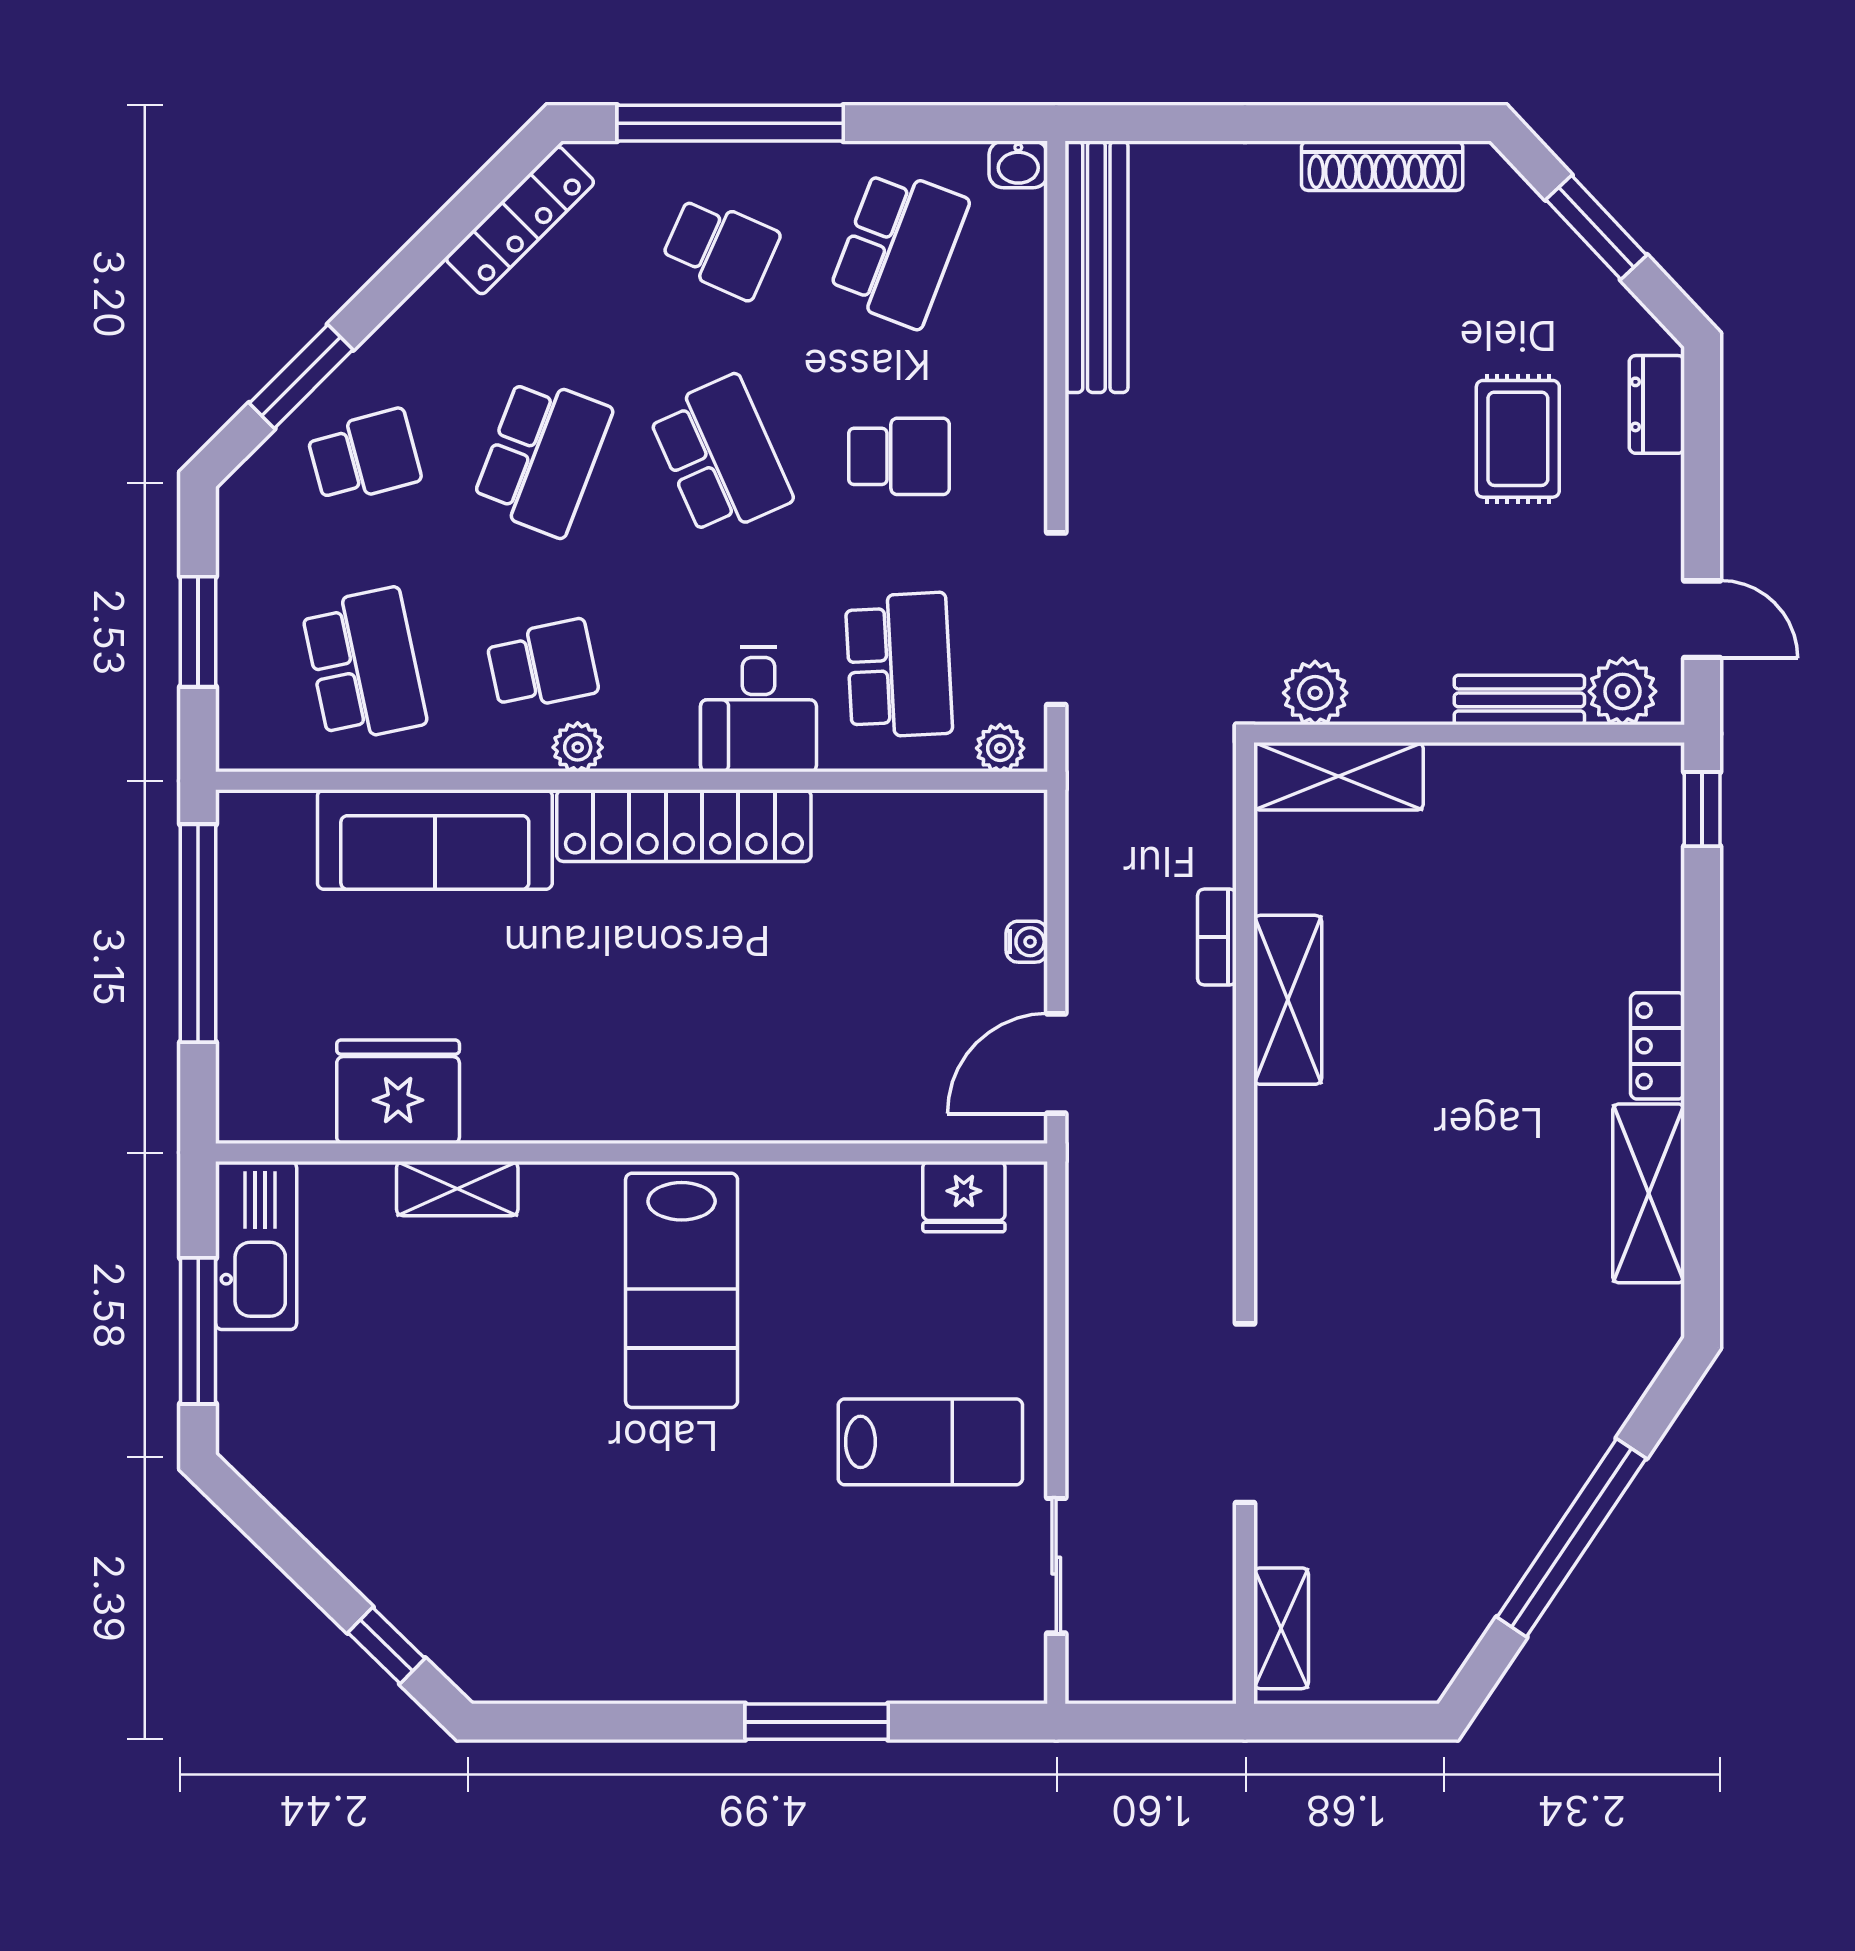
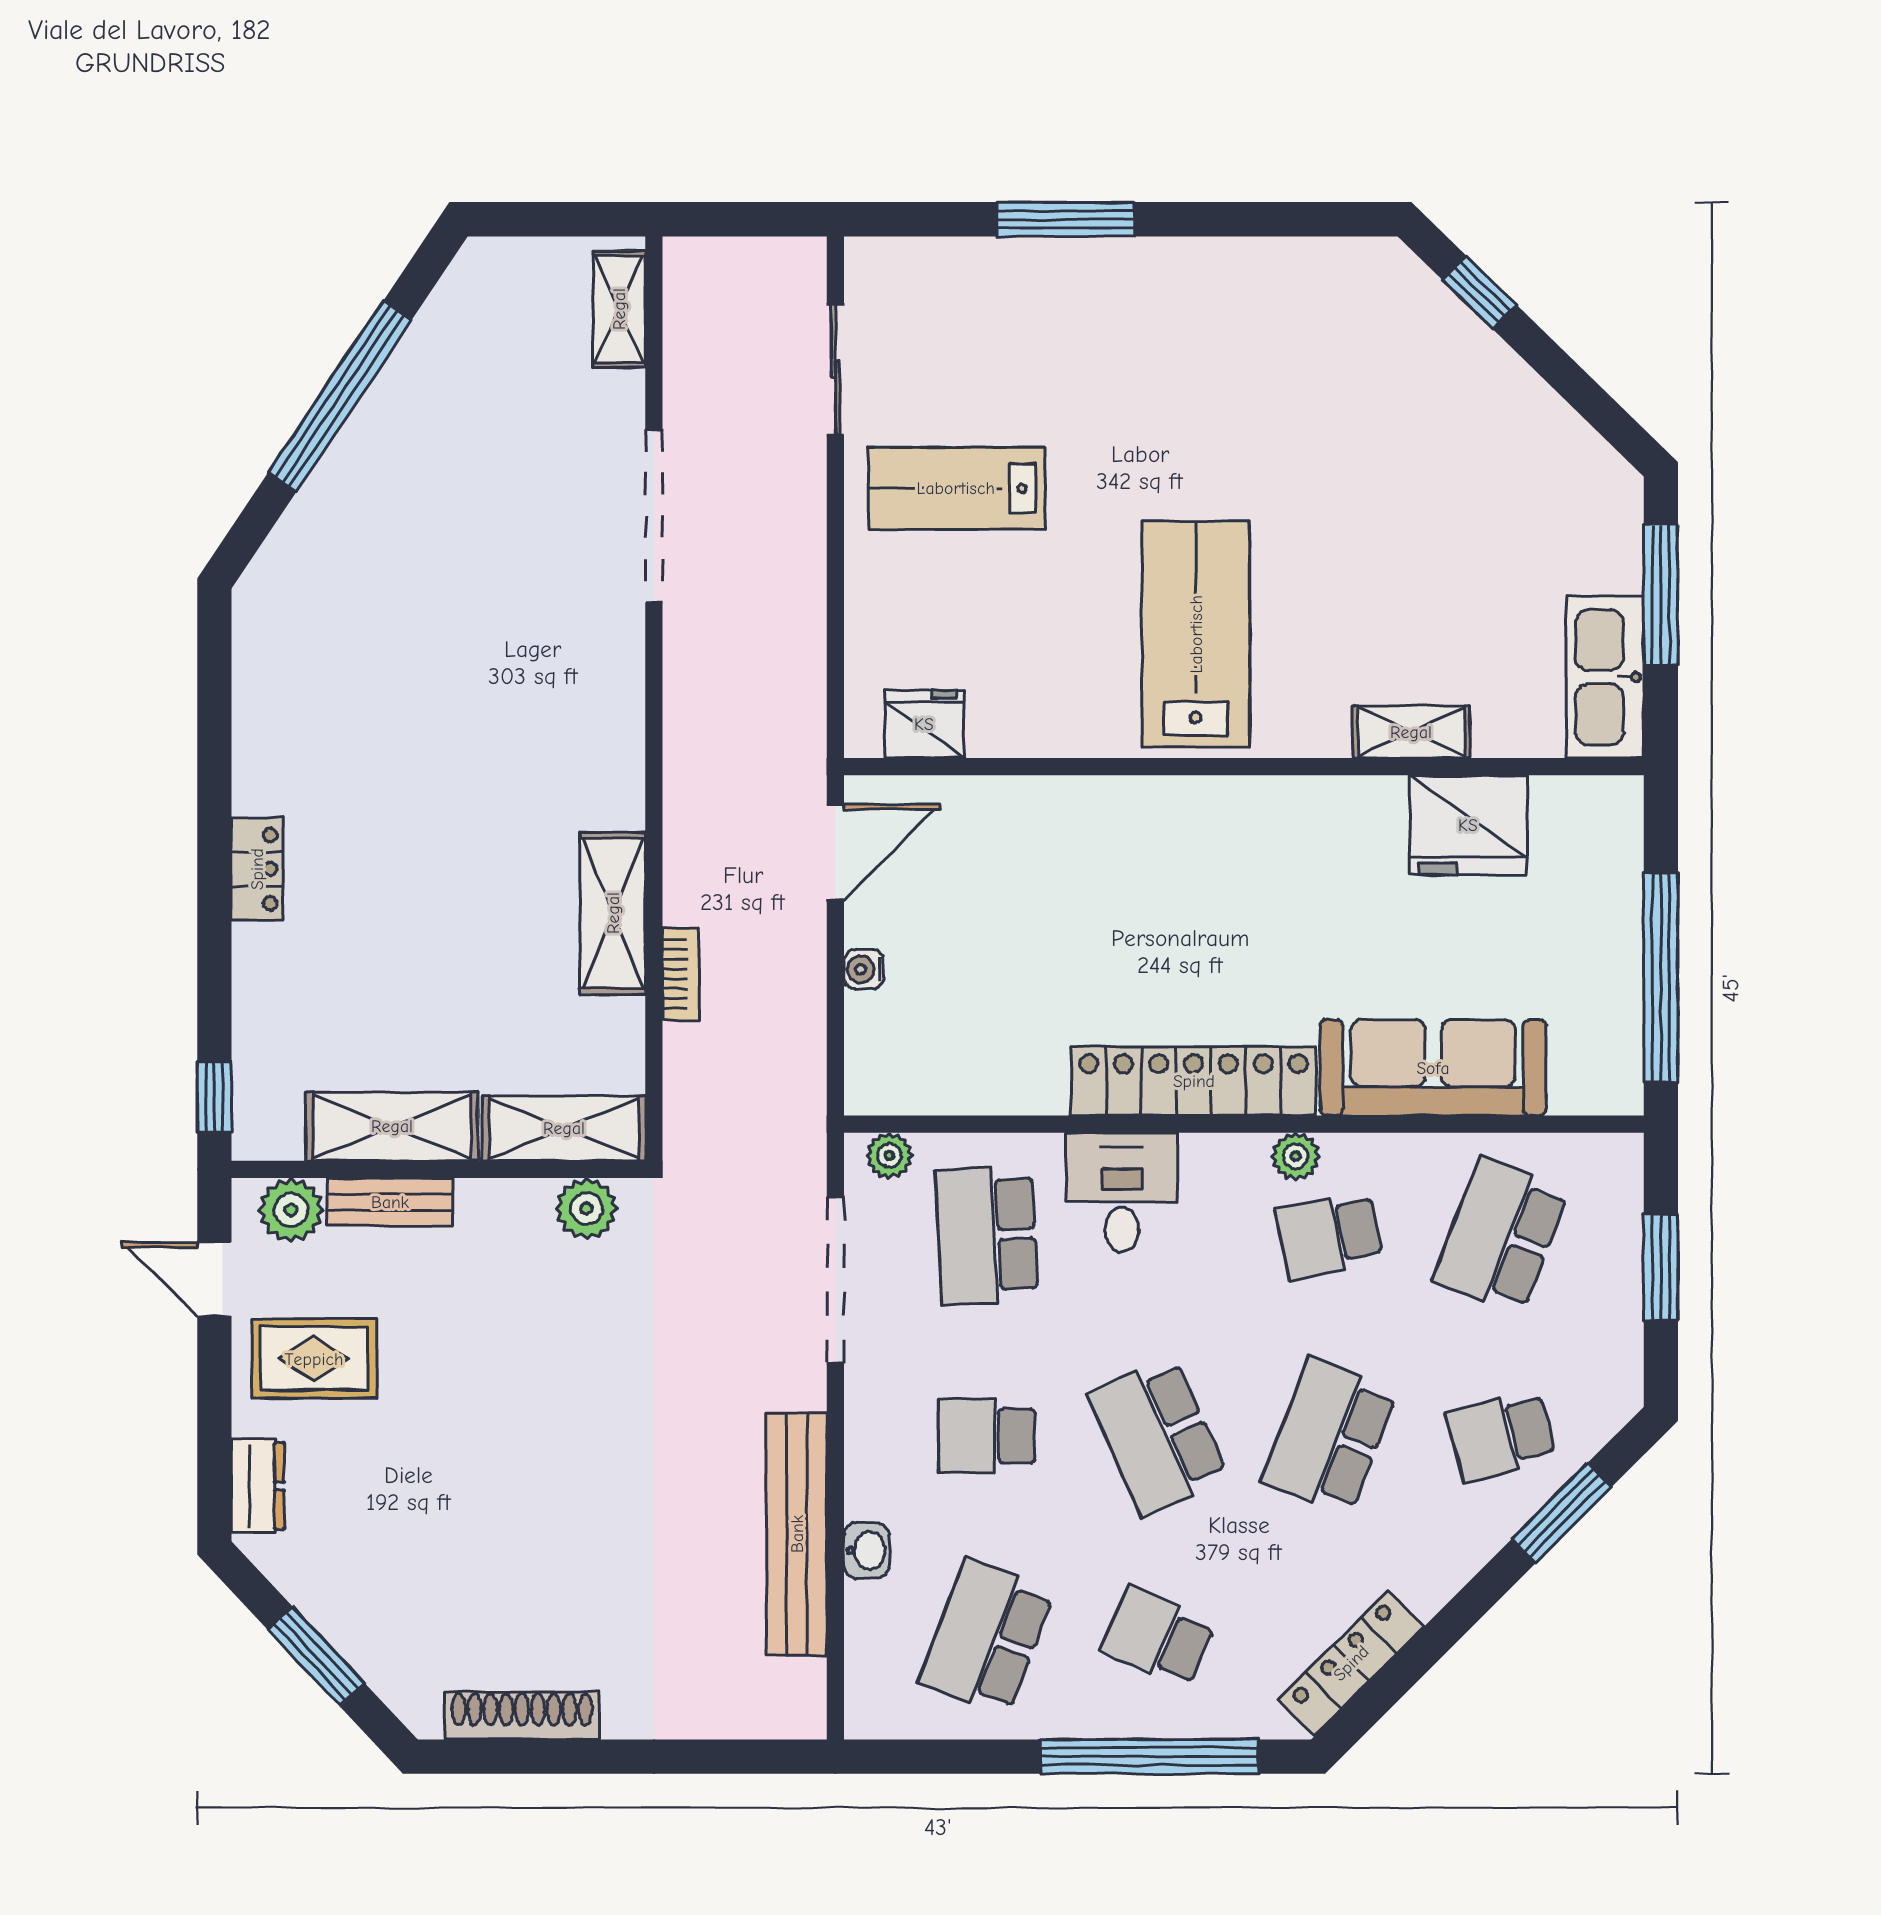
washbasin: (1018, 164) -> (867, 1550), moved, turned 90
bench: (1096, 267) -> (797, 1534), moved
rug: (1518, 439) -> (314, 1359), moved, turned 90
school desk: (364, 665) -> (1501, 1235), turned 33
shelving: (1649, 1193) -> (392, 1126), moved, turned 90

